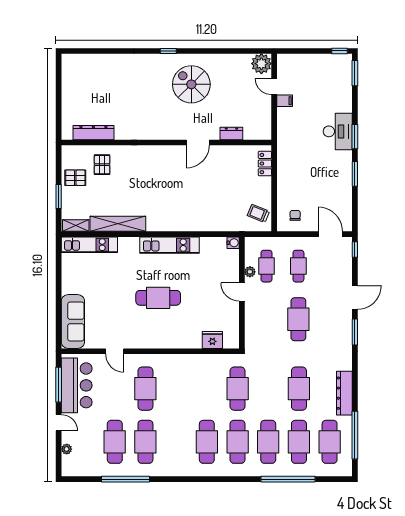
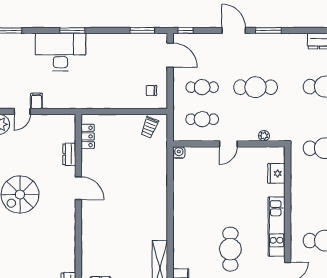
desk: (338, 131) -> (60, 52), width x1.36, depth x1.30
locker: (265, 164) -> (88, 136), moved, turned -90
window: (355, 174) -> (142, 30), moved
door: (330, 234) -> (170, 55), swing flipped
kitchen unit: (170, 245) -> (277, 227), moved, turned 180
plant: (250, 272) -> (264, 136), moved
cafe table: (158, 298) -> (230, 249), moved

